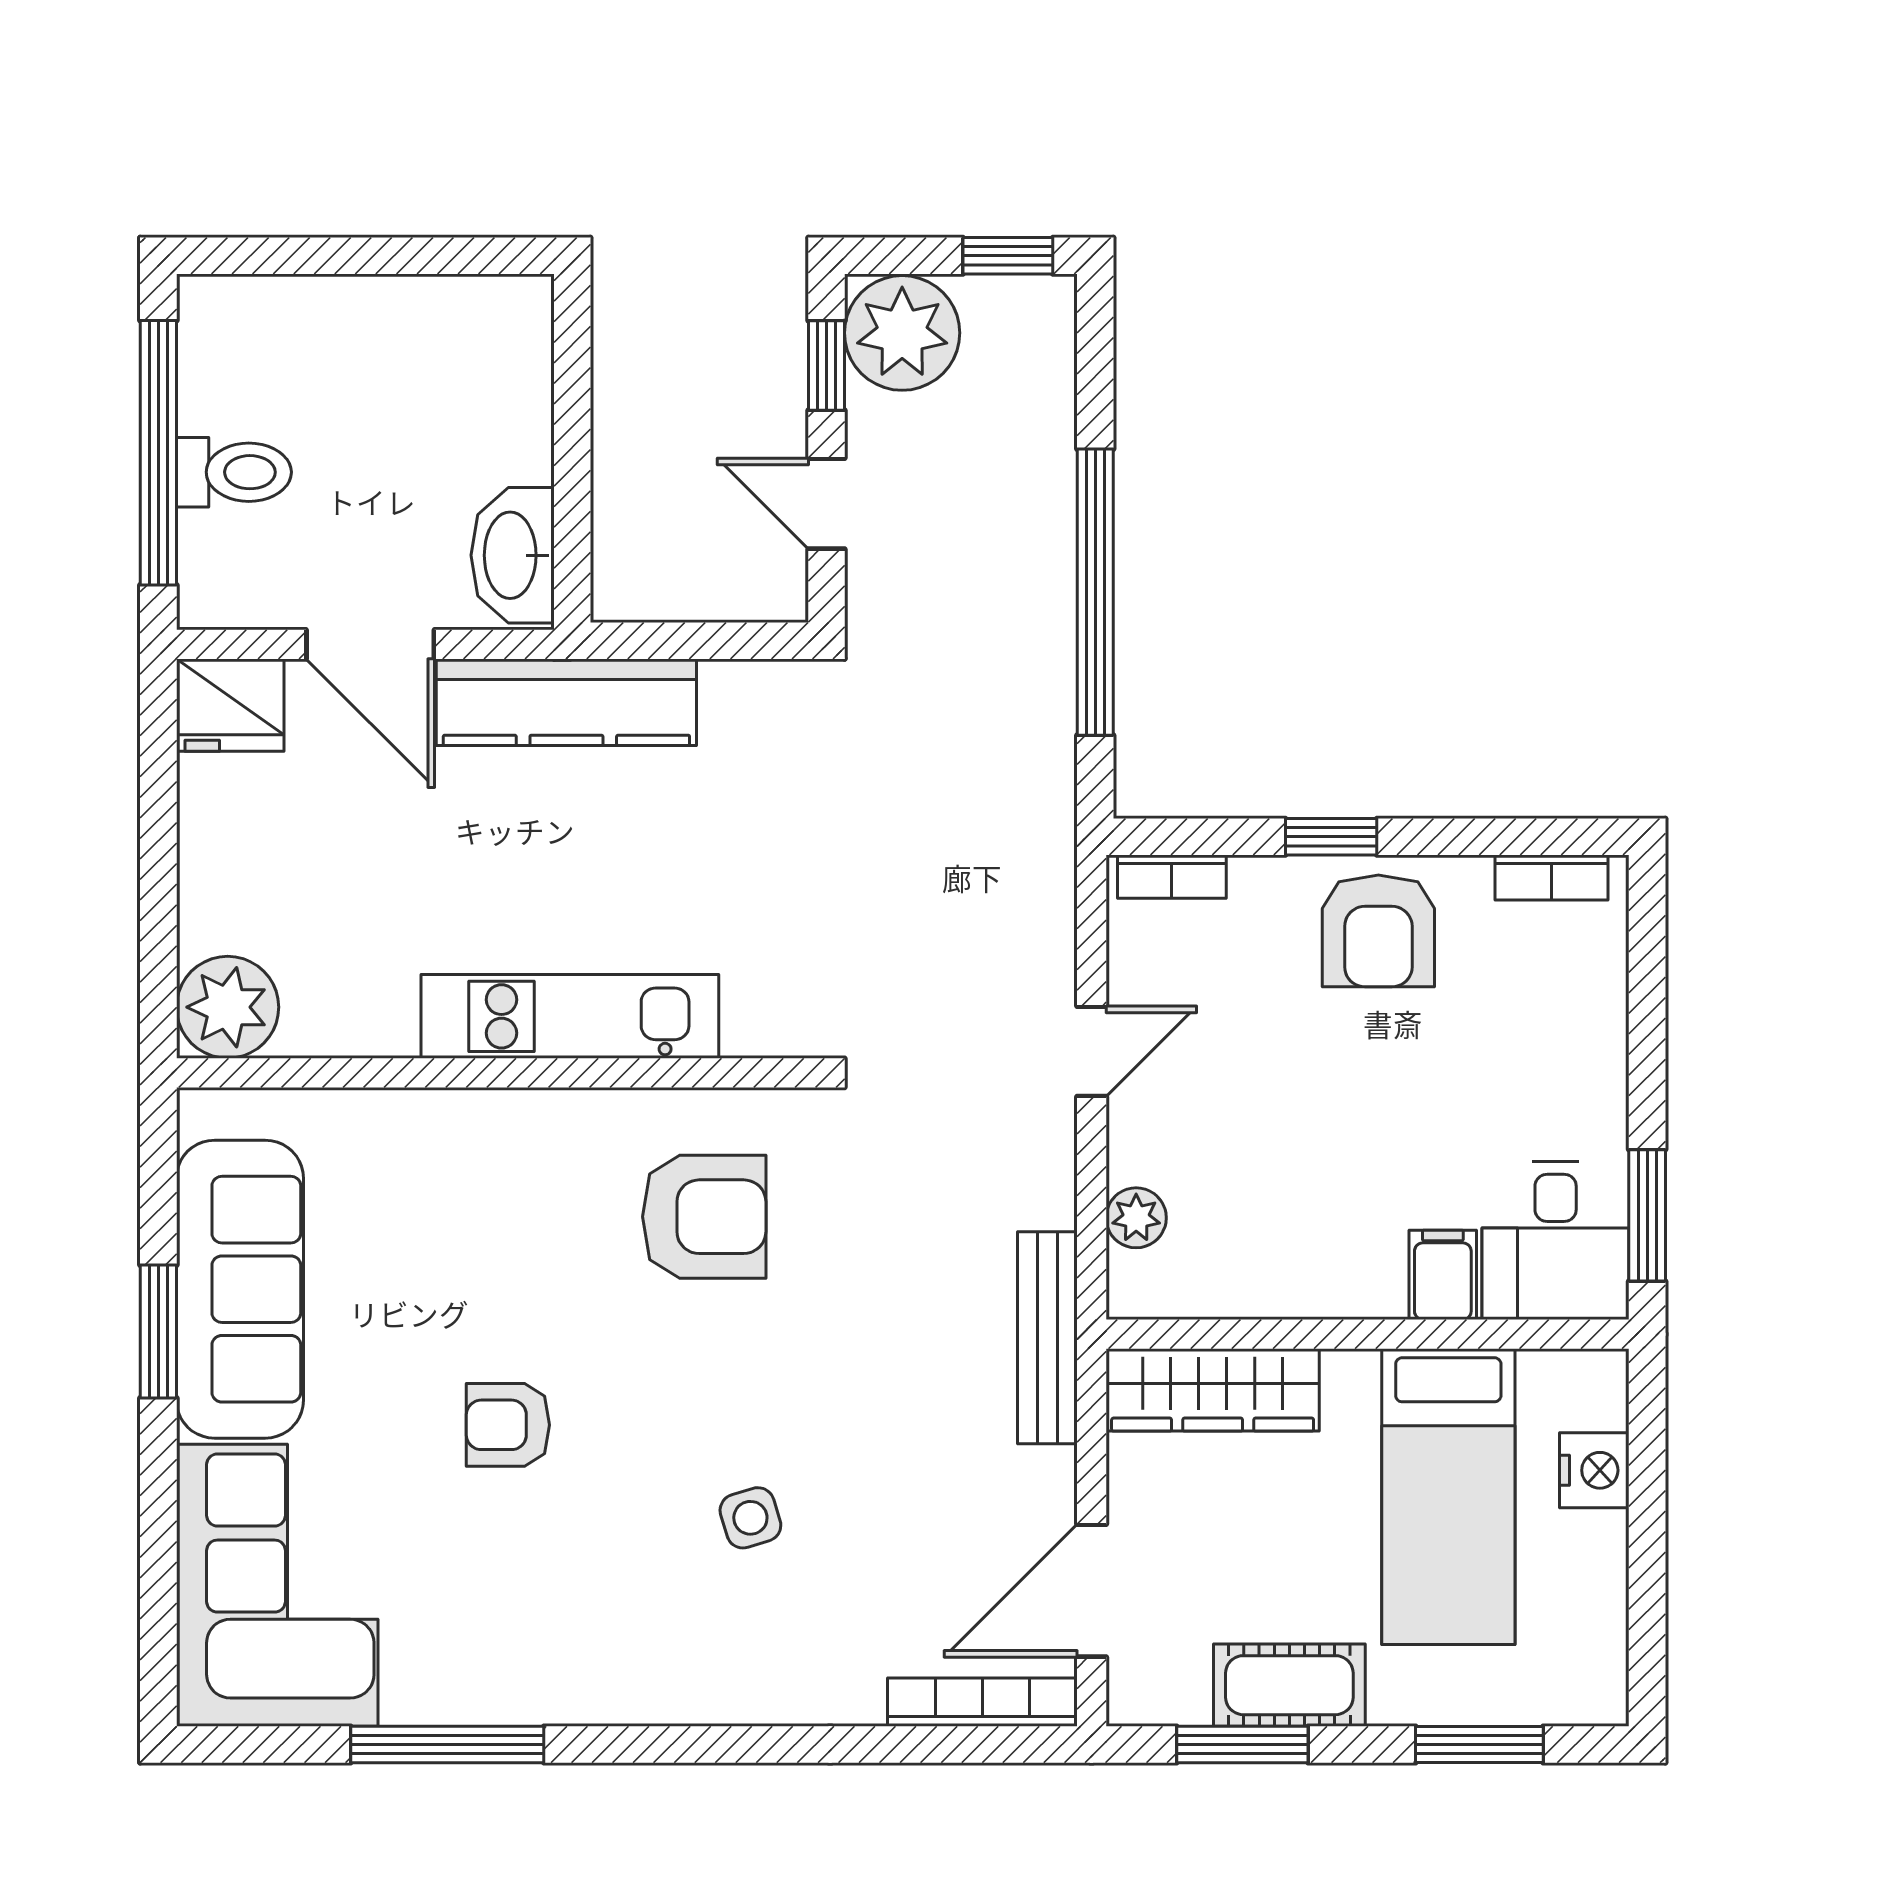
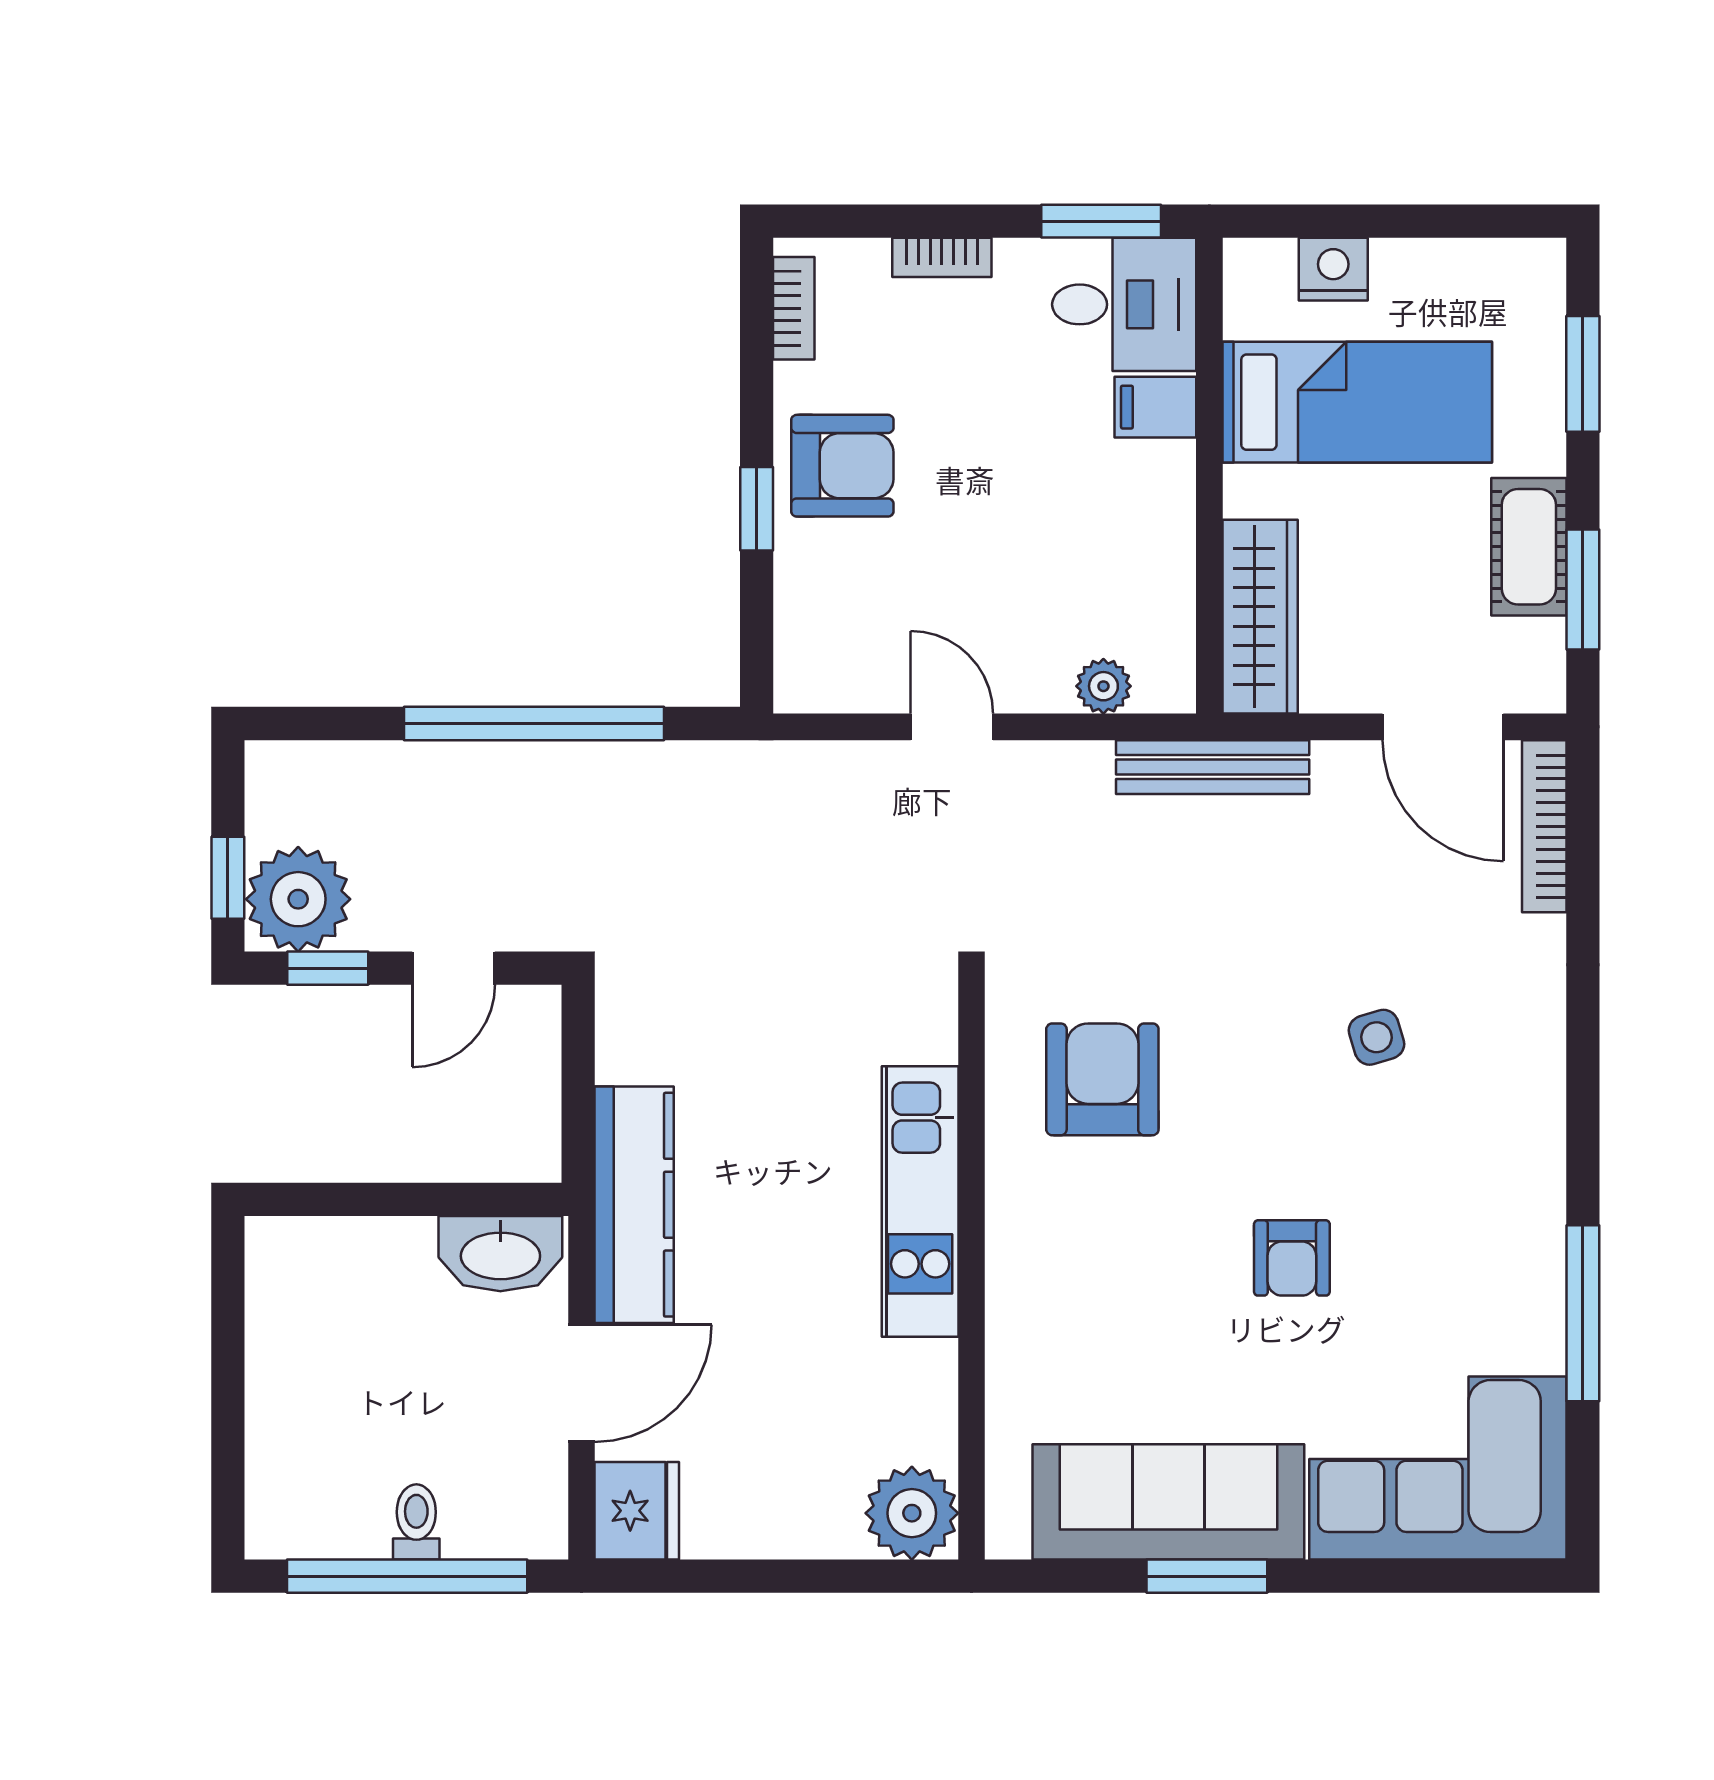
window: (1008, 256) -> (228, 878), moved
toilet: (234, 472) -> (416, 1522), width x0.73, depth x0.72
bookcase: (1172, 877) -> (942, 257), moved, turned 90

